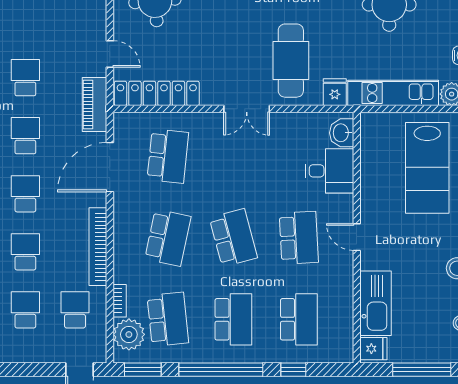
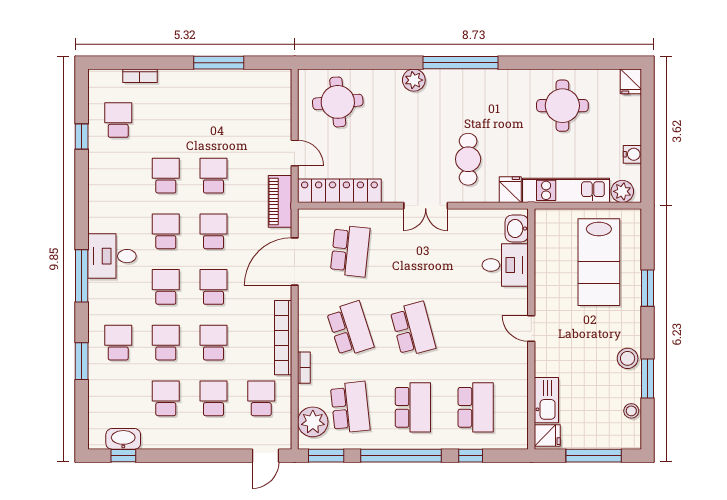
cafe table: (291, 61) -> (468, 159), width x0.73, depth x0.74
school desk: (168, 238) -> (350, 329), turned -30
school desk: (299, 238) -> (476, 329), removed
bookcase: (120, 301) -> (304, 368), moved
kitchen sink: (375, 303) -> (546, 400), width x0.73, depth x0.81

